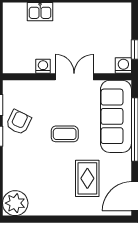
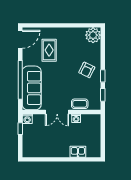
armchair: (19, 122) -> (87, 70), moved
coffee table: (65, 134) -> (80, 104), moved

